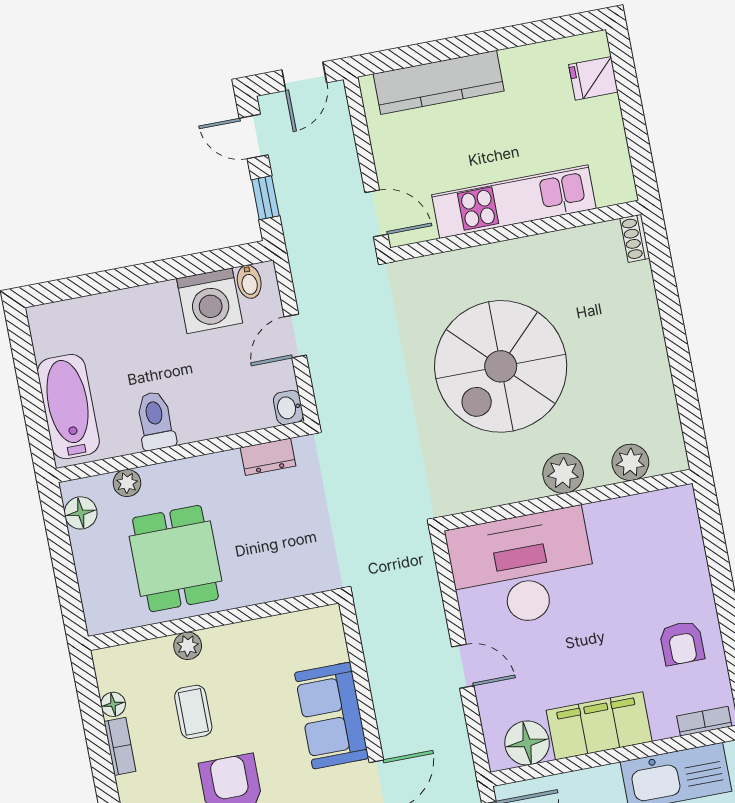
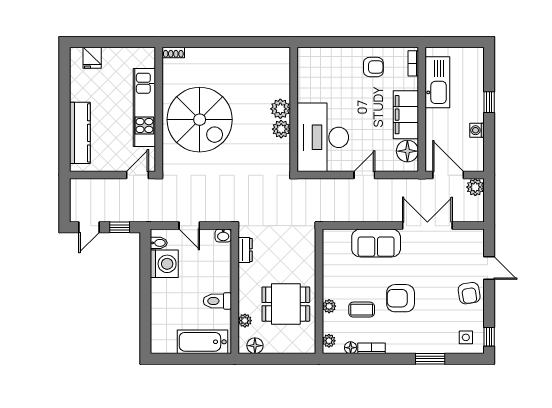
door: (304, 76) -> (64, 197), removed
spiral stairs: (501, 366) -> (200, 120), moved
plant: (630, 462) -> (281, 129), moved
plant: (119, 658) -> (329, 341), added

